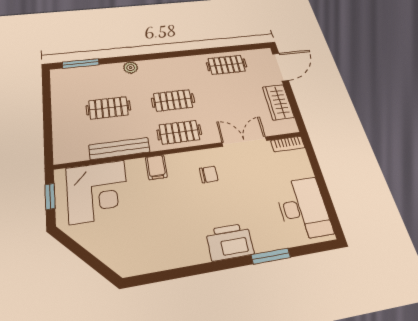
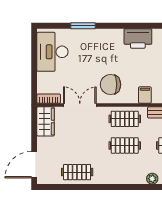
wardrobe: (278, 102) -> (46, 121), moved
double door: (244, 142) -> (80, 105), swing flipped
chair: (209, 175) -> (111, 85), width x1.87, depth x1.87
printer: (230, 242) -> (138, 39), moved

